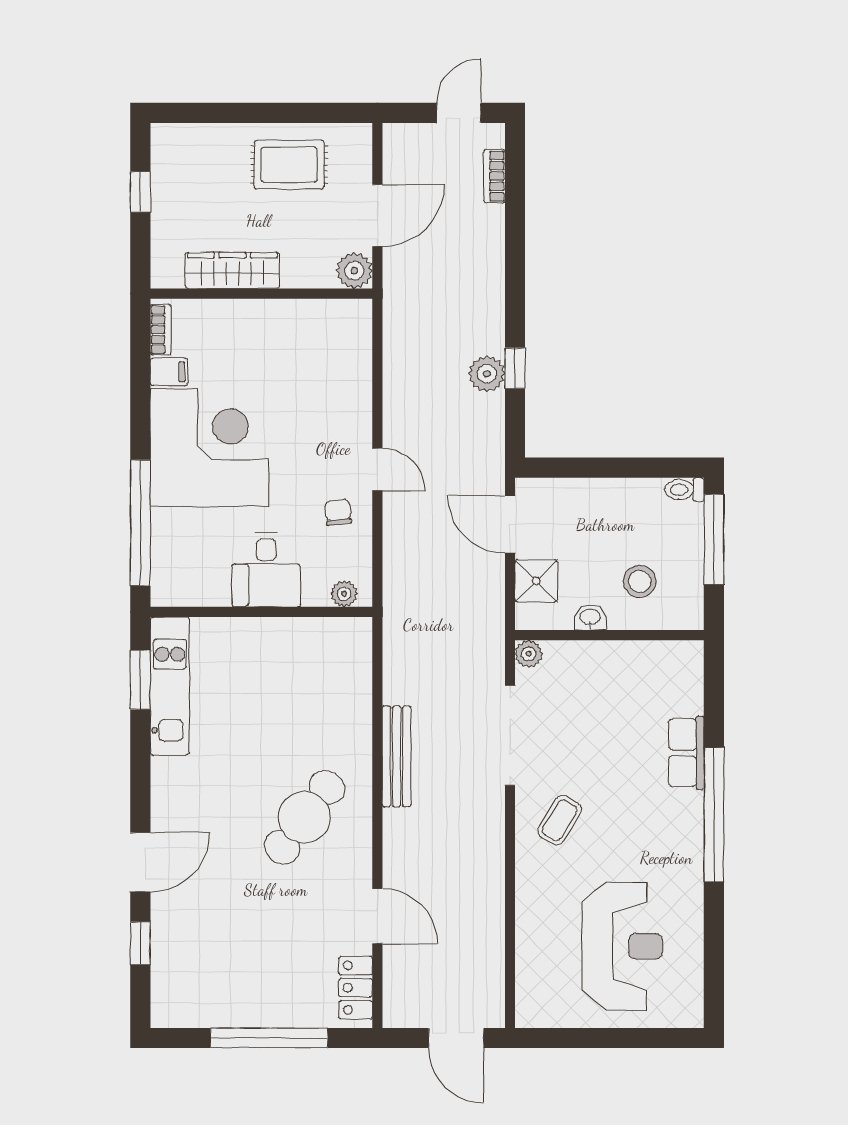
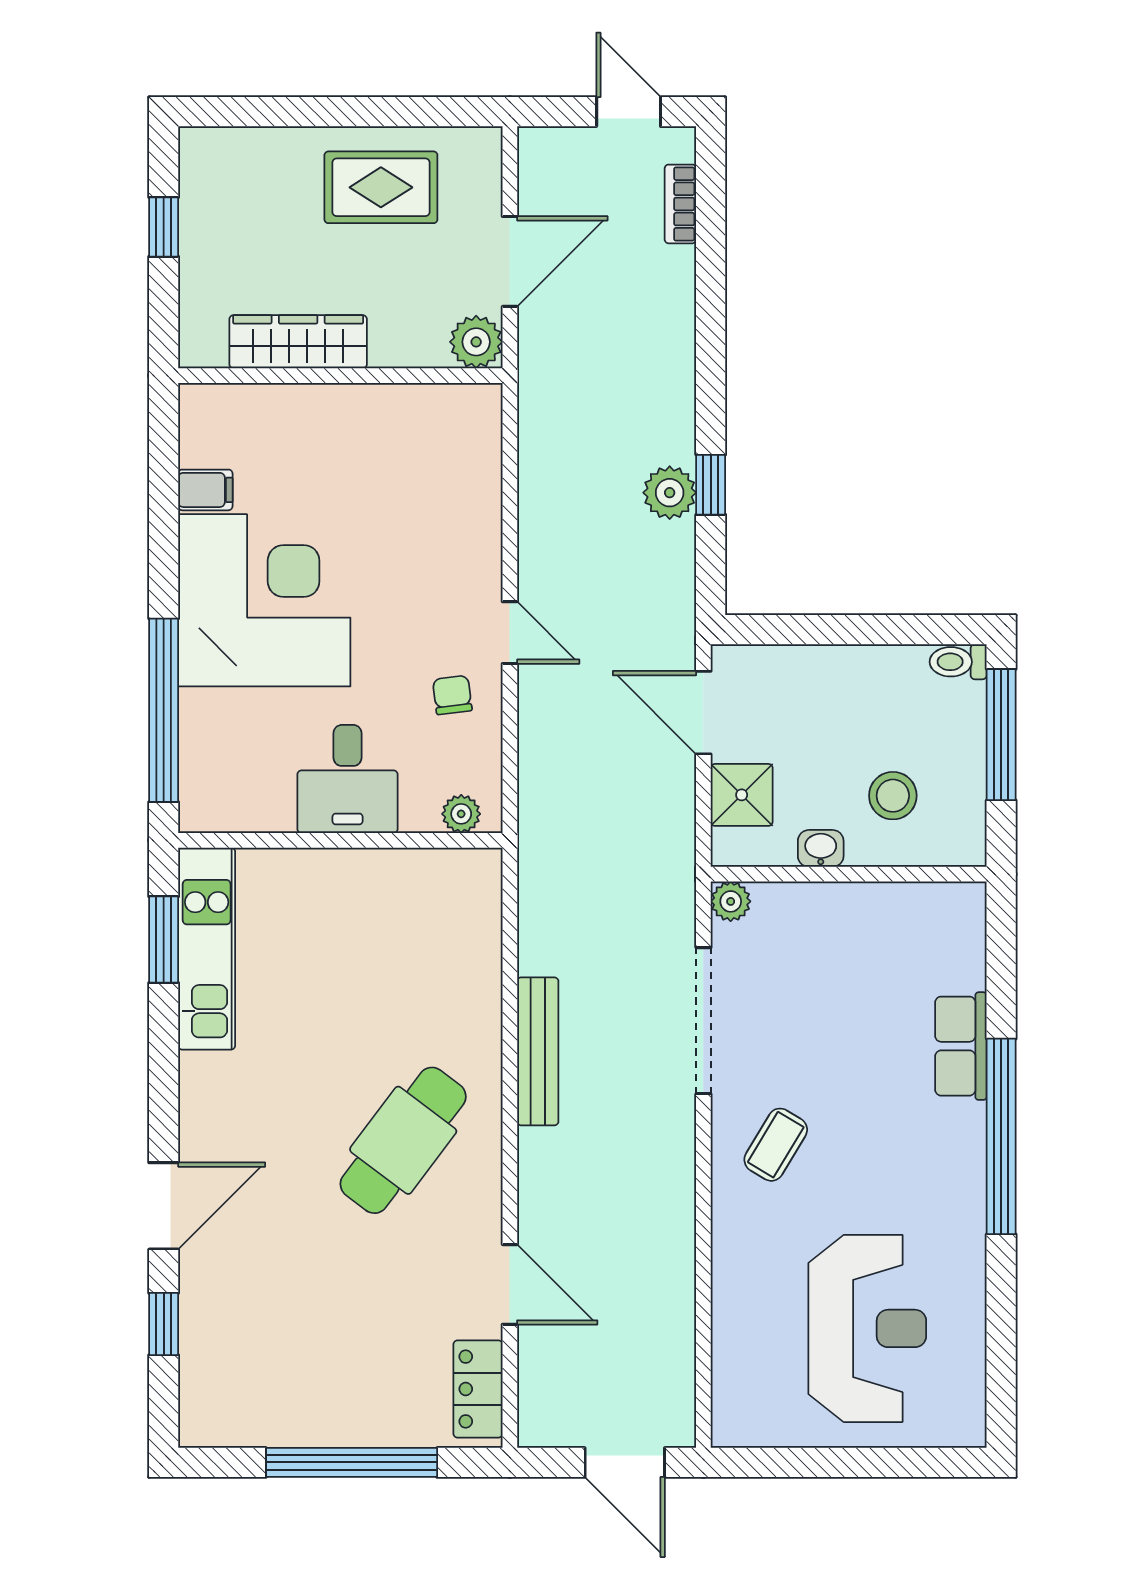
door: (459, 113) -> (629, 112), hinge flipped
bookcase: (161, 330) -> (193, 428), removed

